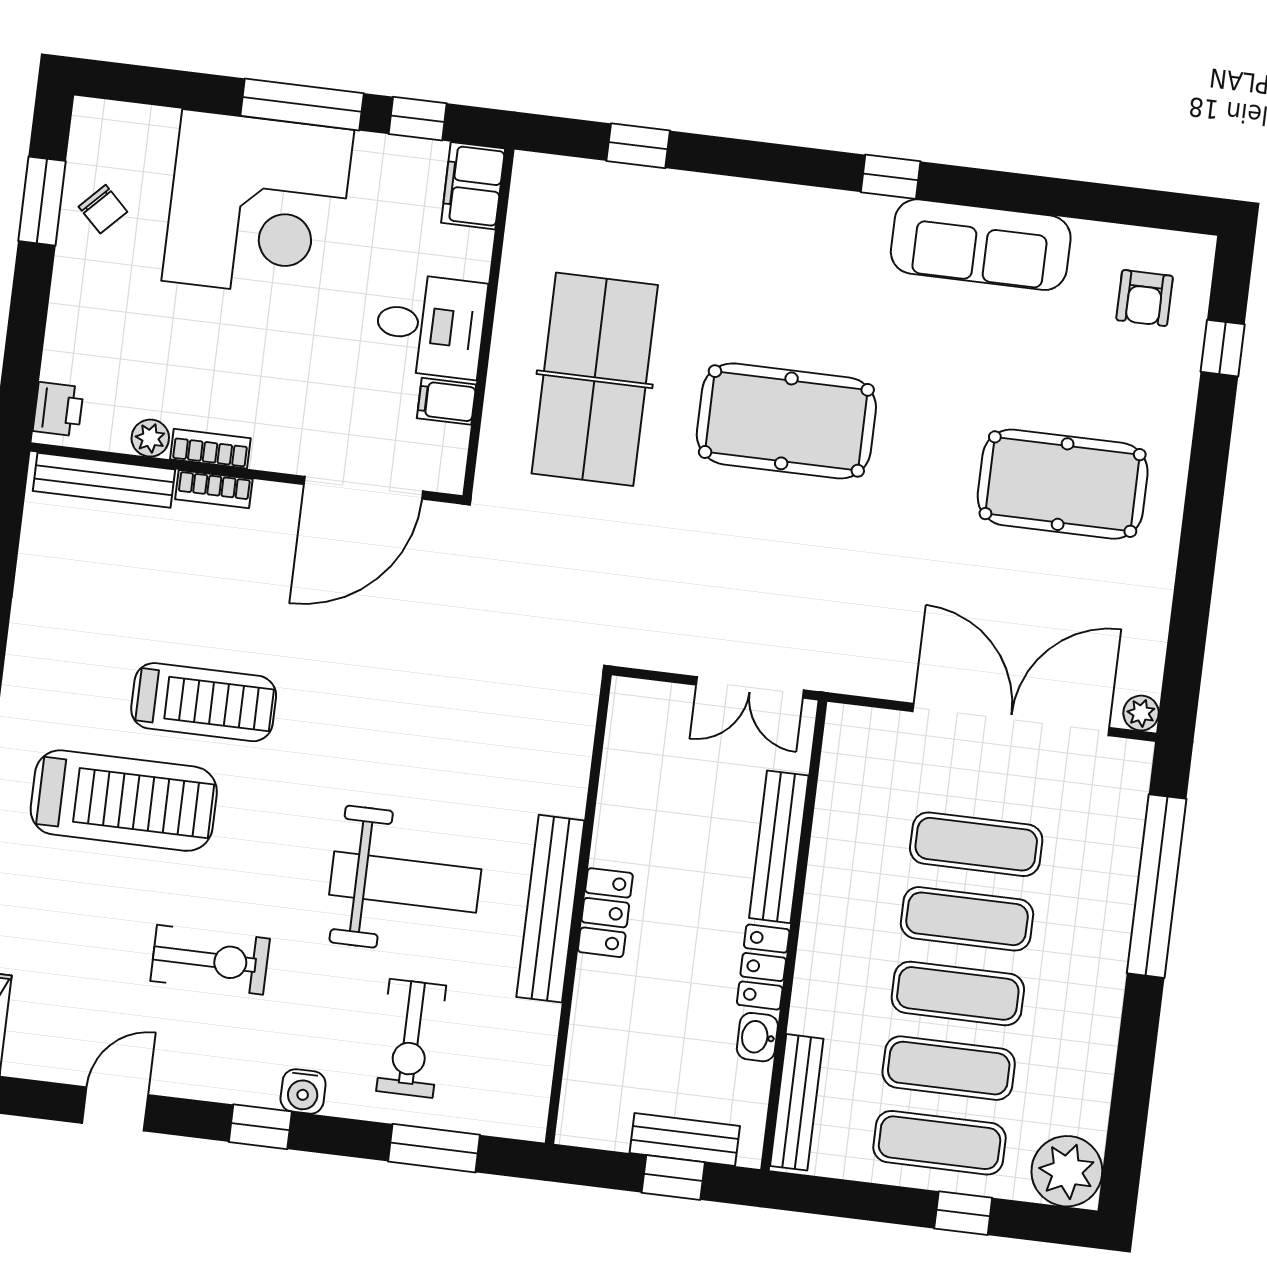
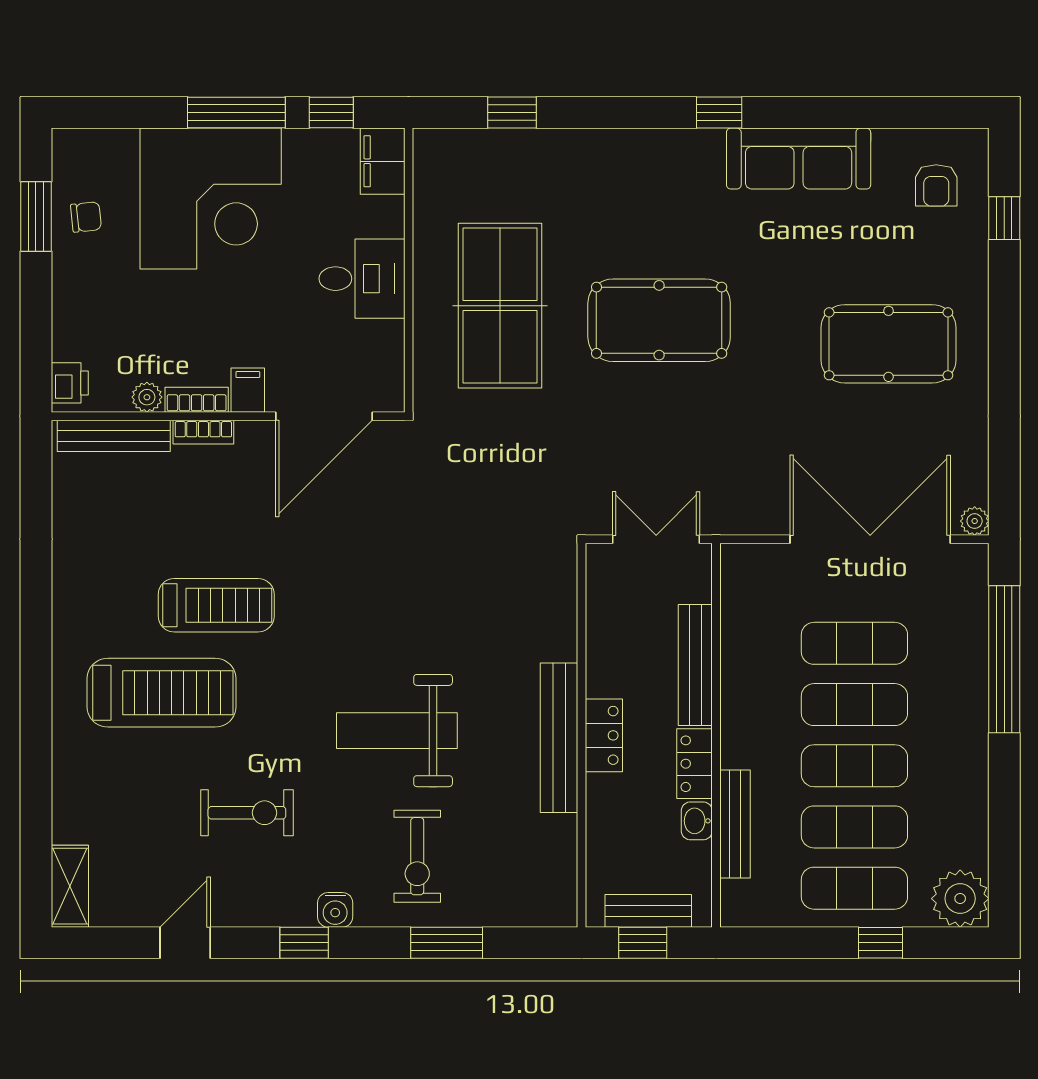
chair: (103, 209) -> (86, 217), turned -50
filing cabinet: (446, 401) -> (248, 390), moved, turned 90
double door: (750, 687) -> (656, 539), swing flipped
weight bench: (405, 882) -> (397, 731), turned 180
bench: (550, 909) -> (559, 738), moved
wall: (578, 909) -> (582, 735), moved
locker: (605, 913) -> (604, 735), moved
bench: (797, 1102) -> (735, 824), moved

